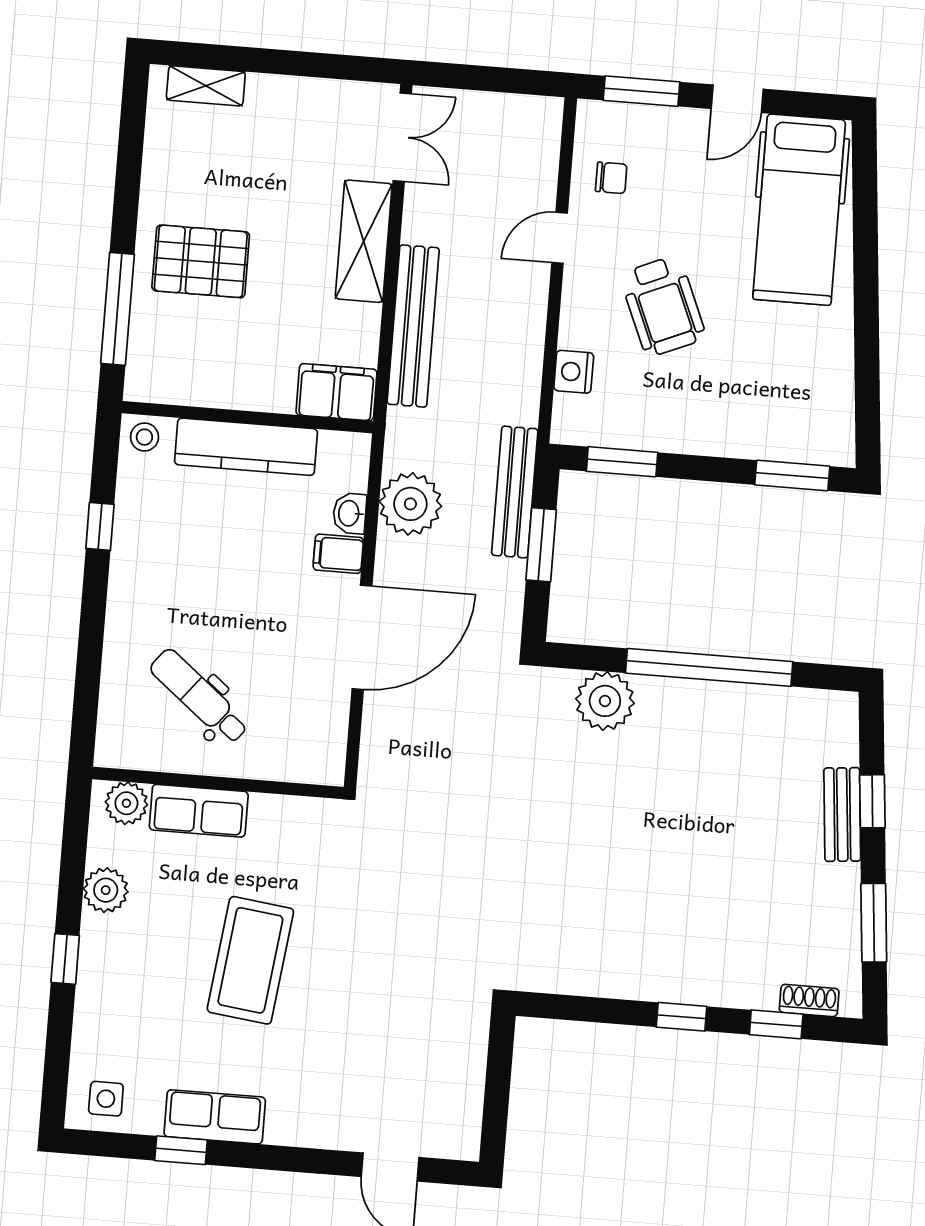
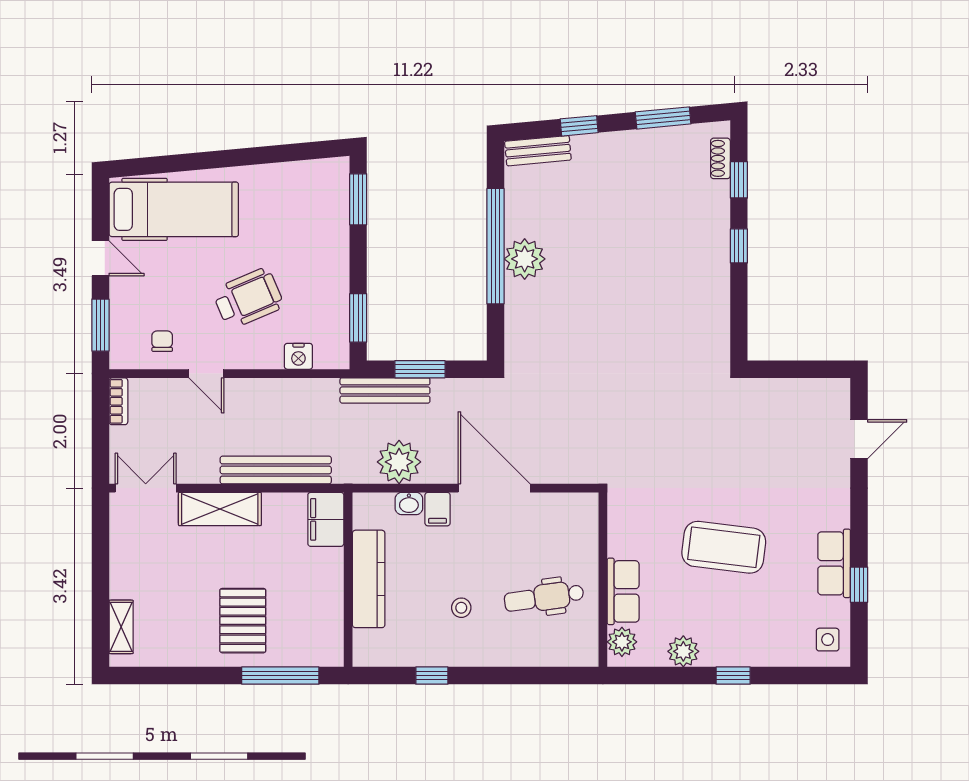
bookcase: (530, 108) -> (118, 401), added
stool: (144, 437) -> (461, 608), moved
dental chair: (199, 696) -> (544, 597), turned 43
plant: (605, 701) -> (525, 259), moved
bench: (842, 815) -> (538, 151), moved

